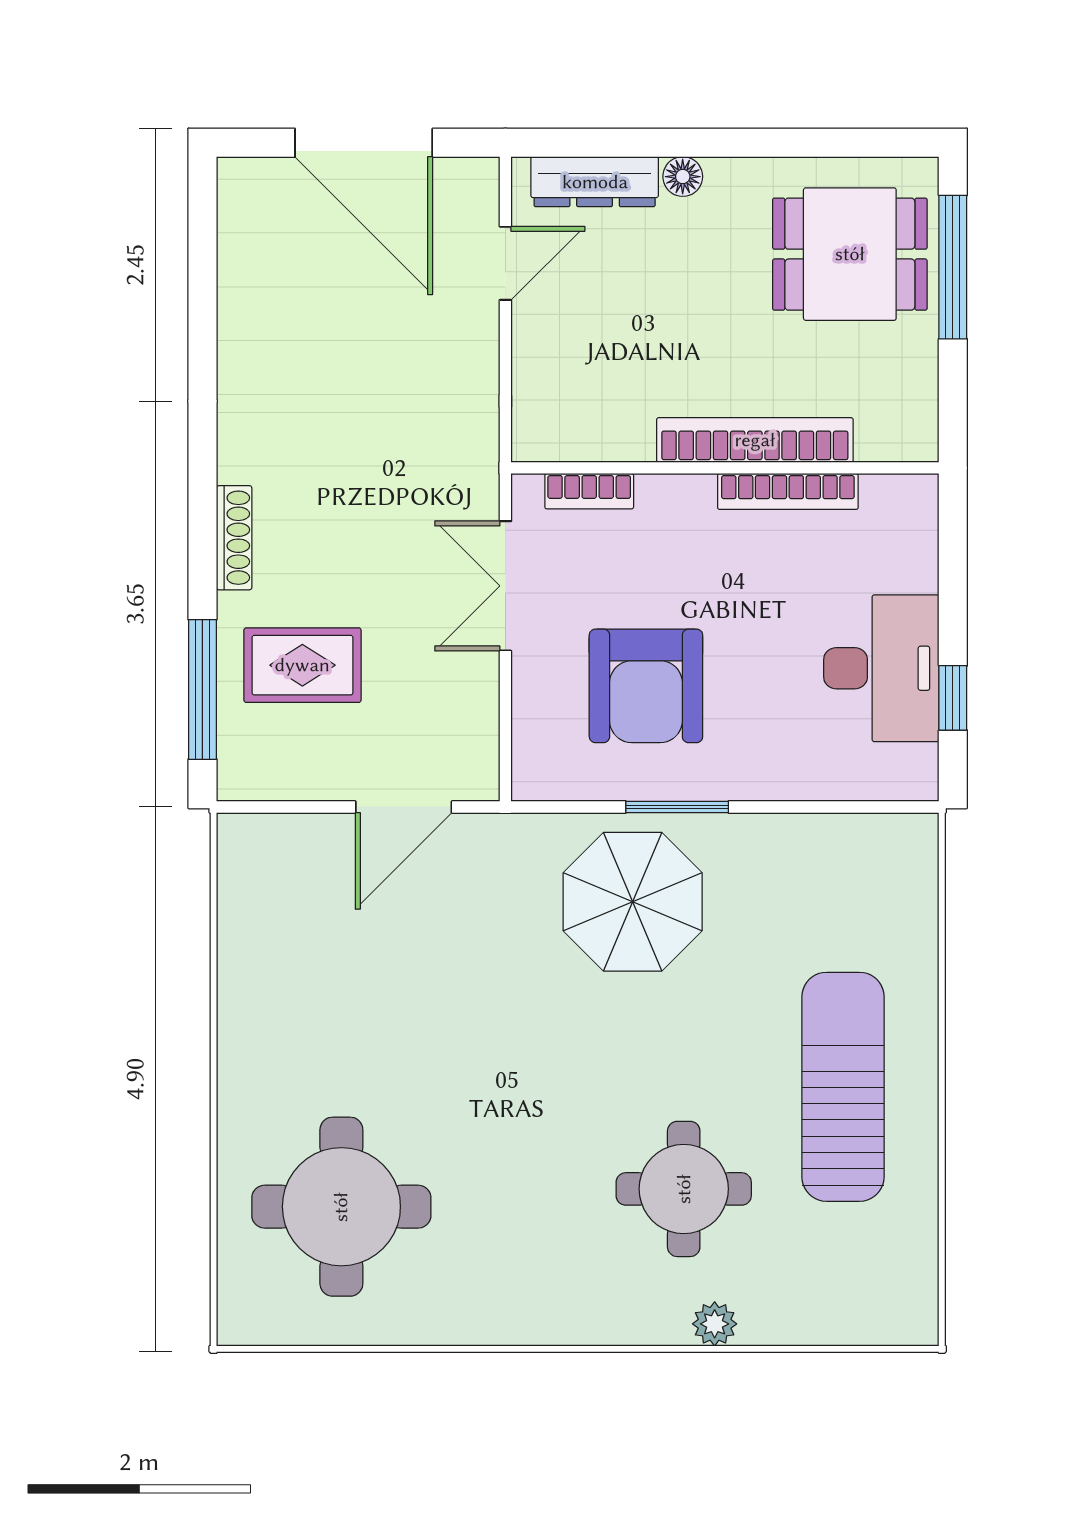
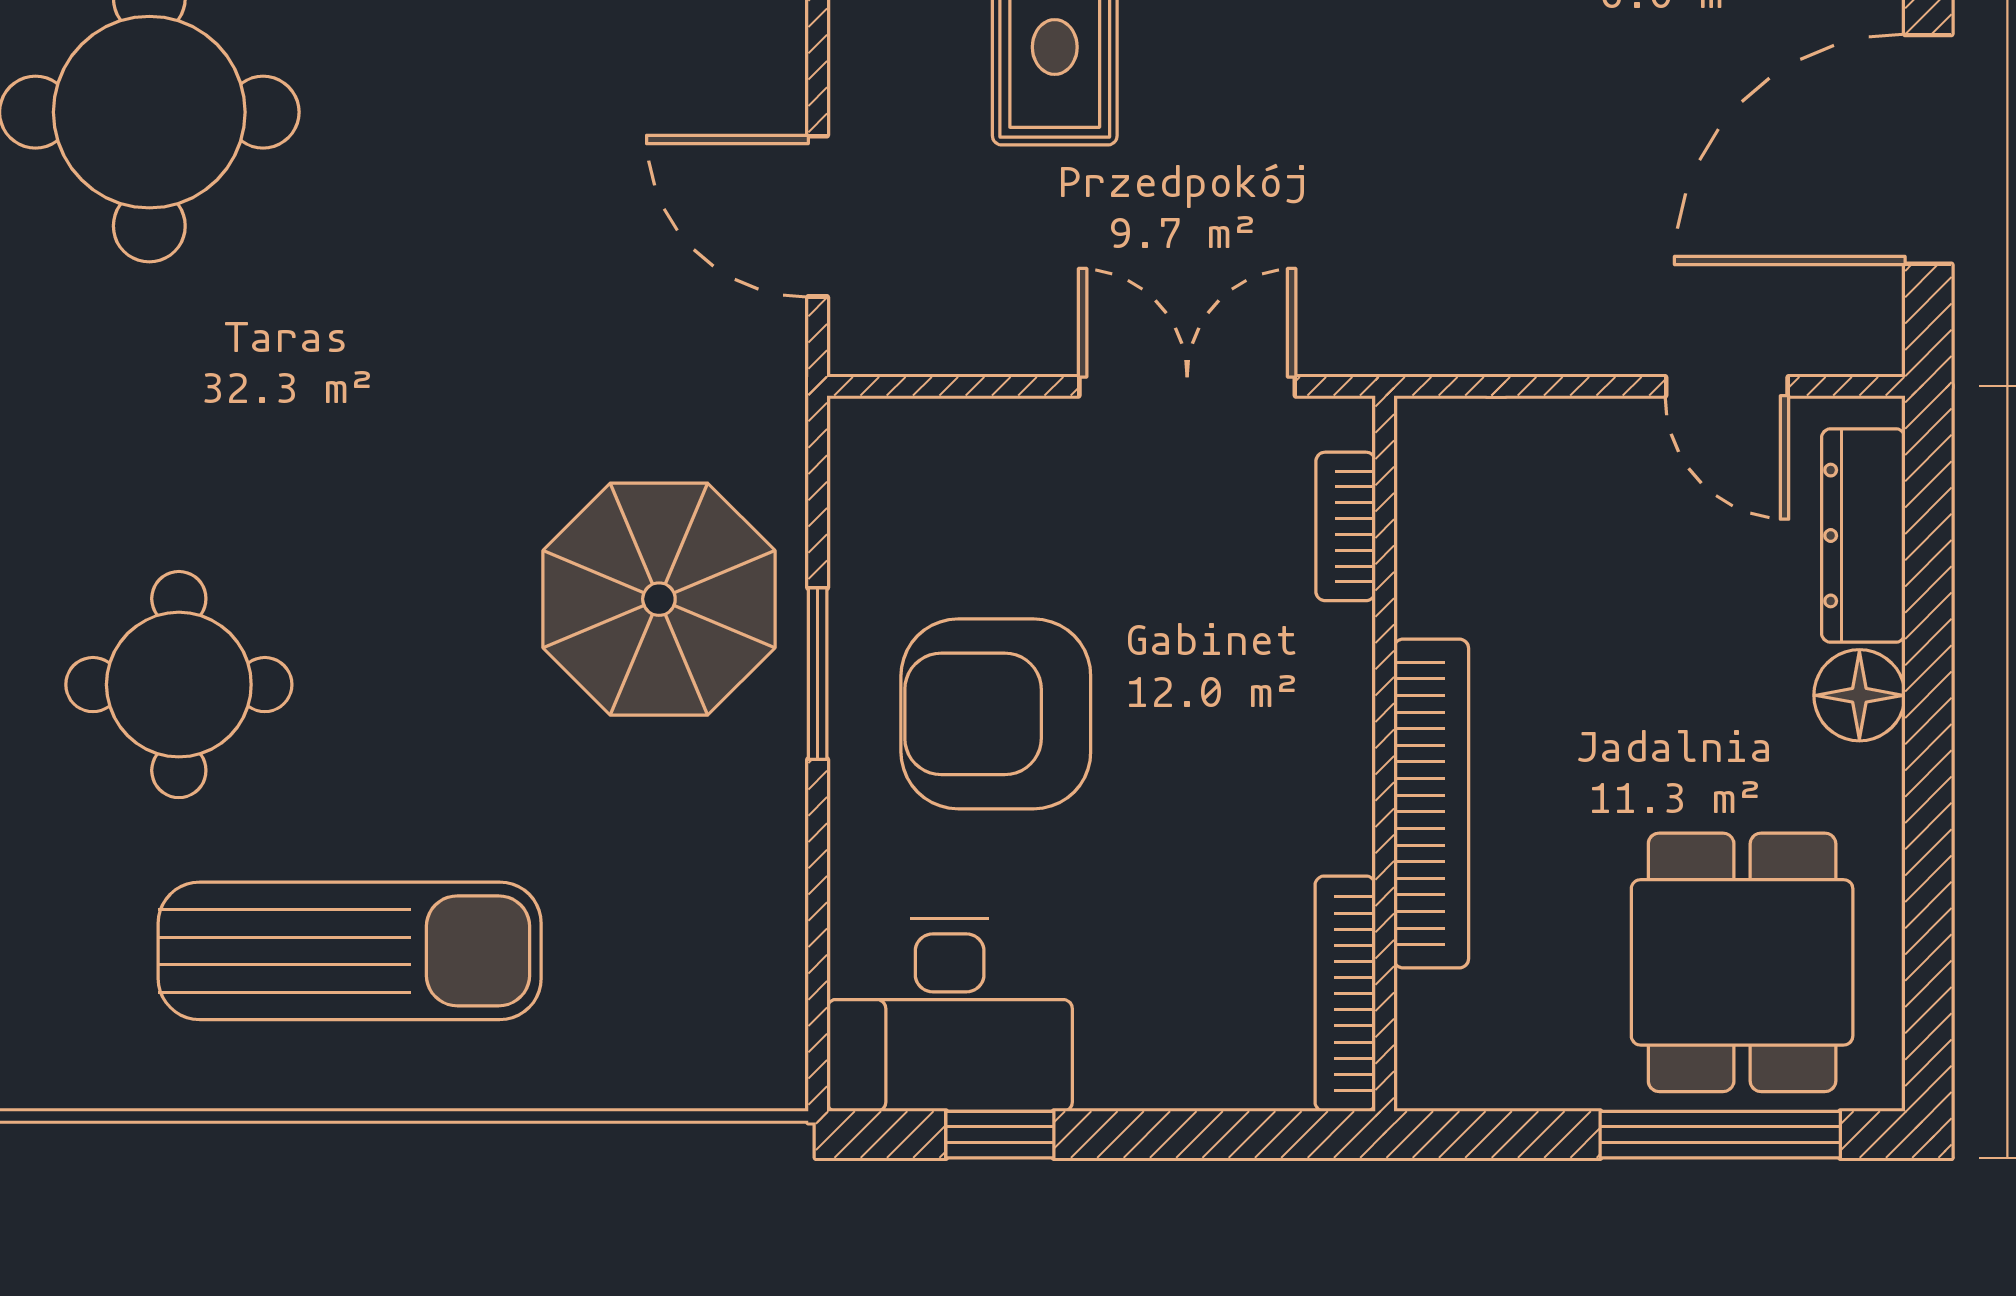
floor lamp: (683, 177) -> (1859, 695), width x1.37, depth x1.37
bookcase: (788, 491) -> (1345, 994), moved
desk: (881, 668) -> (950, 1015), moved
armchair: (646, 686) -> (996, 714), moved

